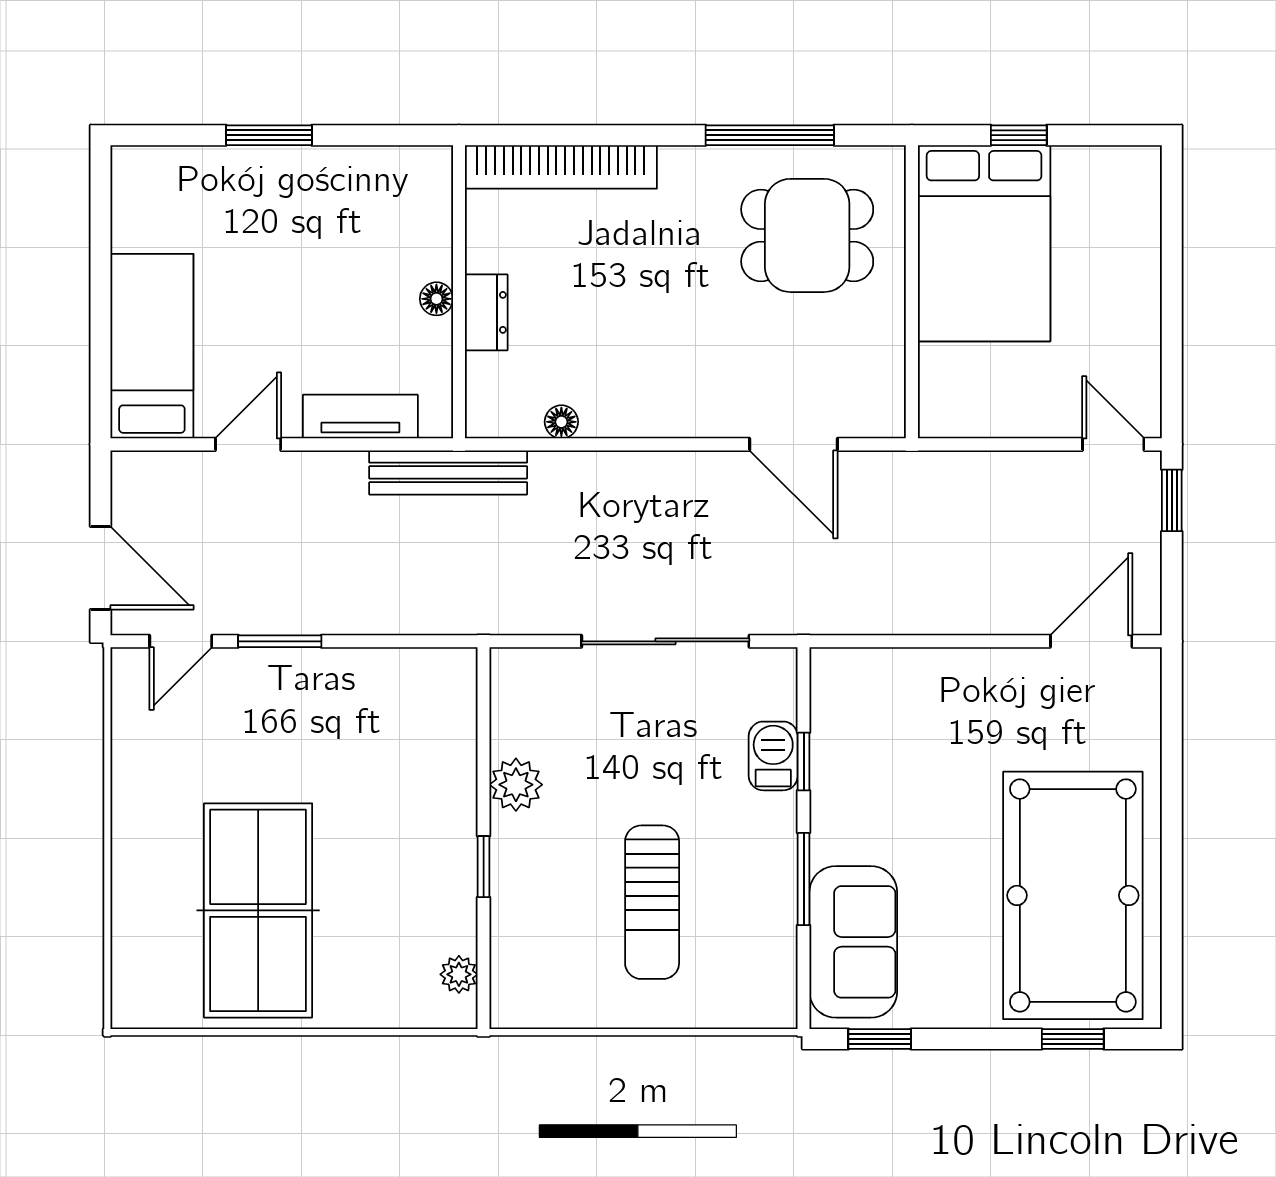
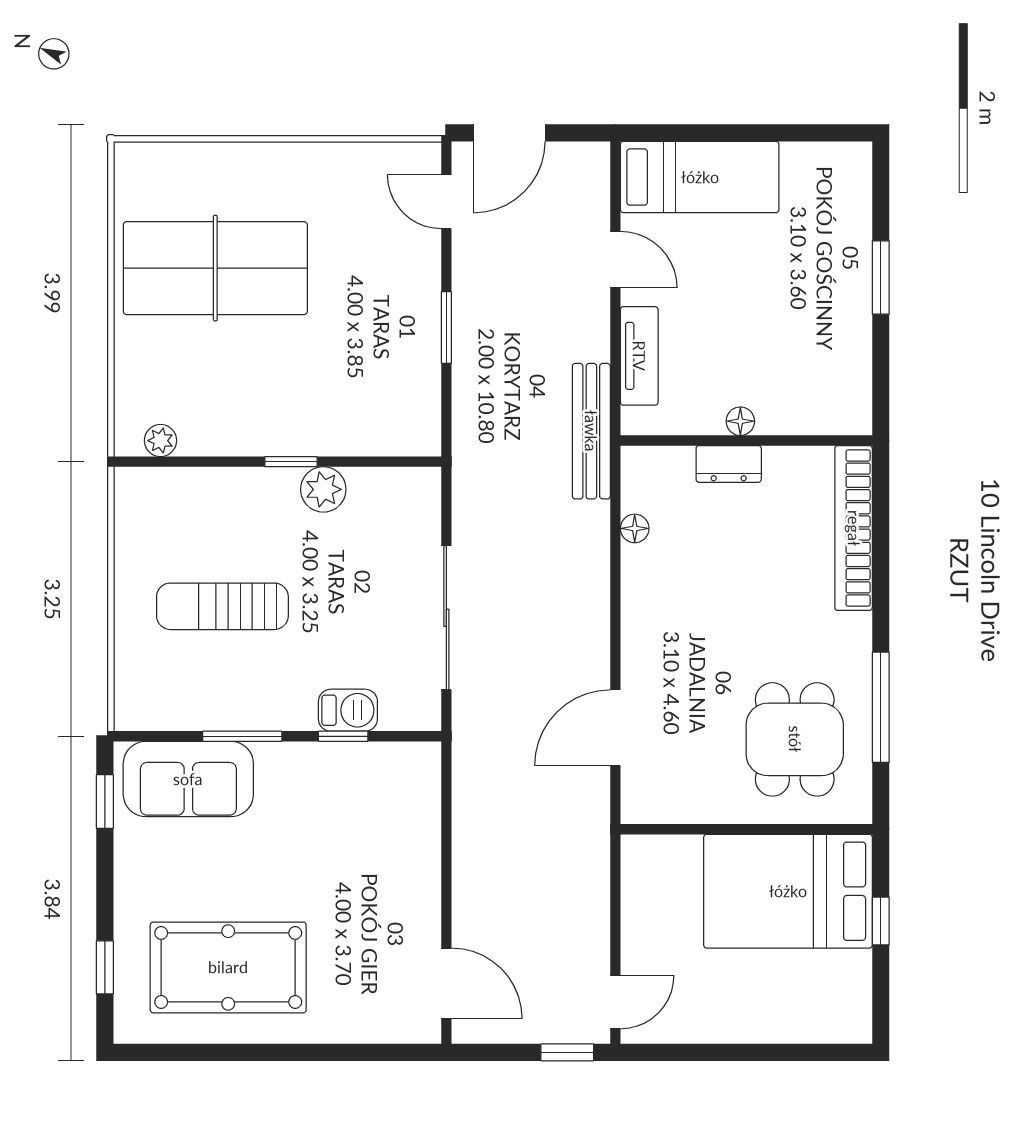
window: (280, 641) -> (446, 327), moved
window: (484, 867) -> (291, 462), moved
pool table: (1073, 895) -> (228, 967), width x0.73, depth x0.76

